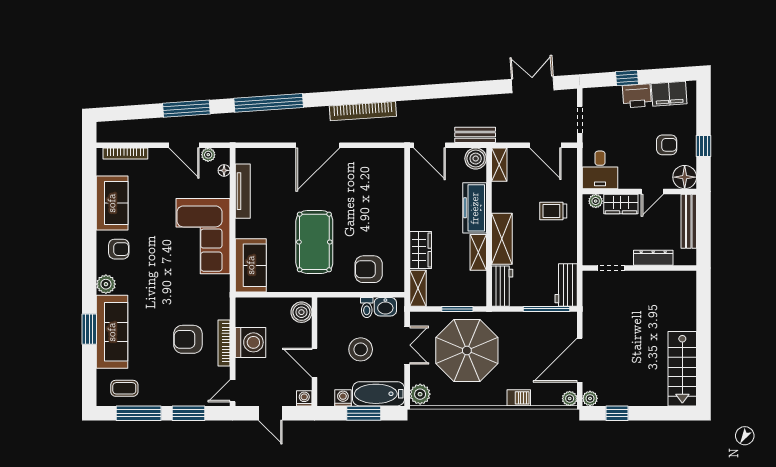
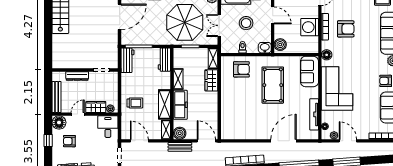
door: (318, 145) -> (284, 141), moved
shelving: (502, 239) -> (164, 104), moved
floor lamp: (221, 294) -> (327, 55), added
washbasin: (385, 307) -> (265, 48), moved

